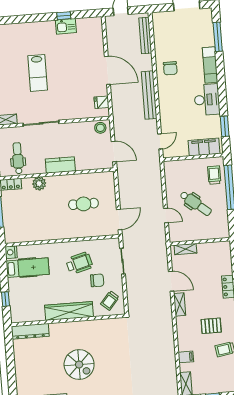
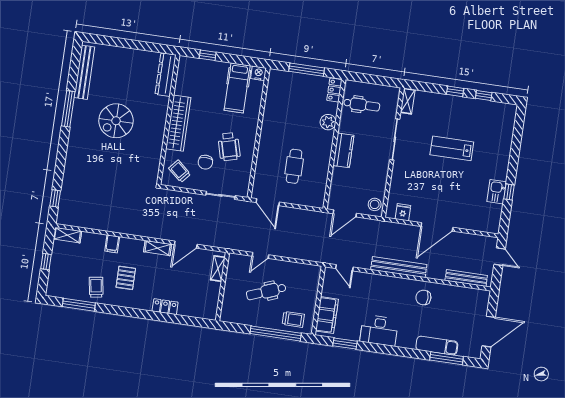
exam couch: (210, 65) -> (437, 346), moved
dental chair: (196, 203) -> (266, 292), turned 30
filing cabinet: (186, 357) -> (112, 244), moved

